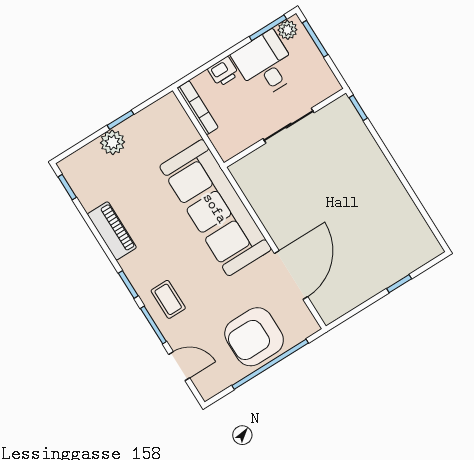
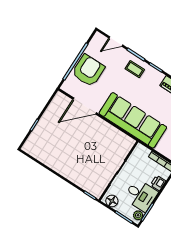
floor lamp: (323, 79) -> (112, 201), added
door: (291, 275) -> (85, 106), hinge flipped

